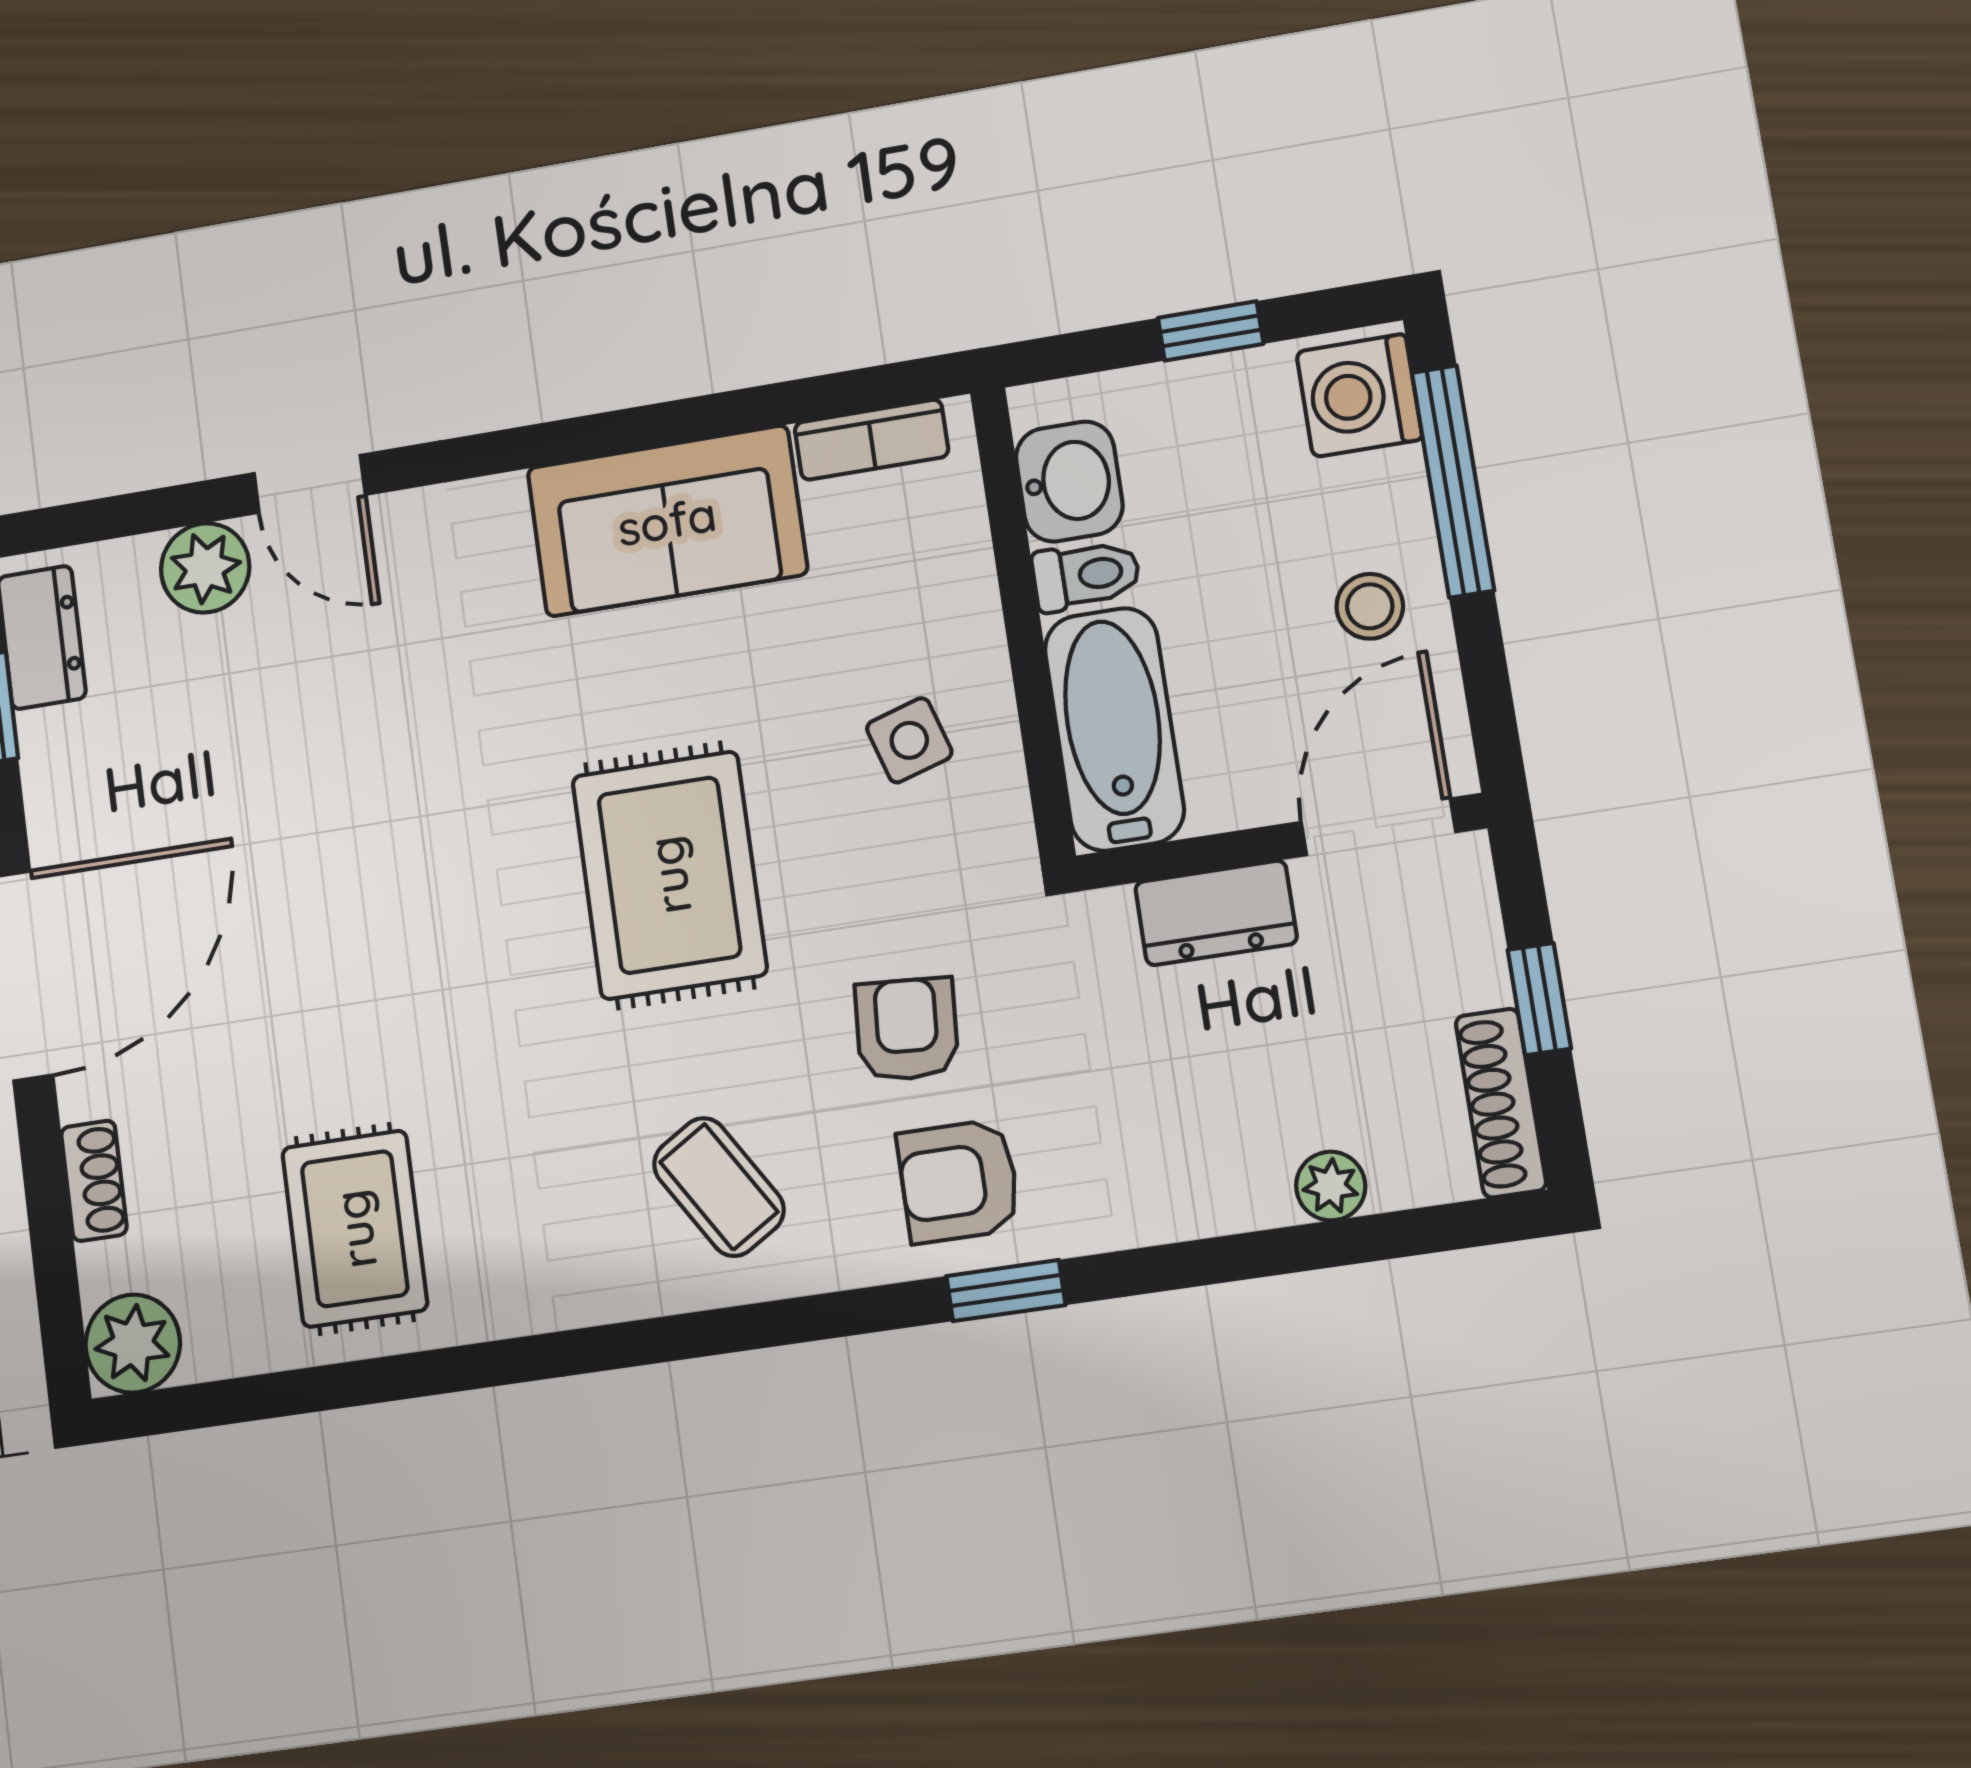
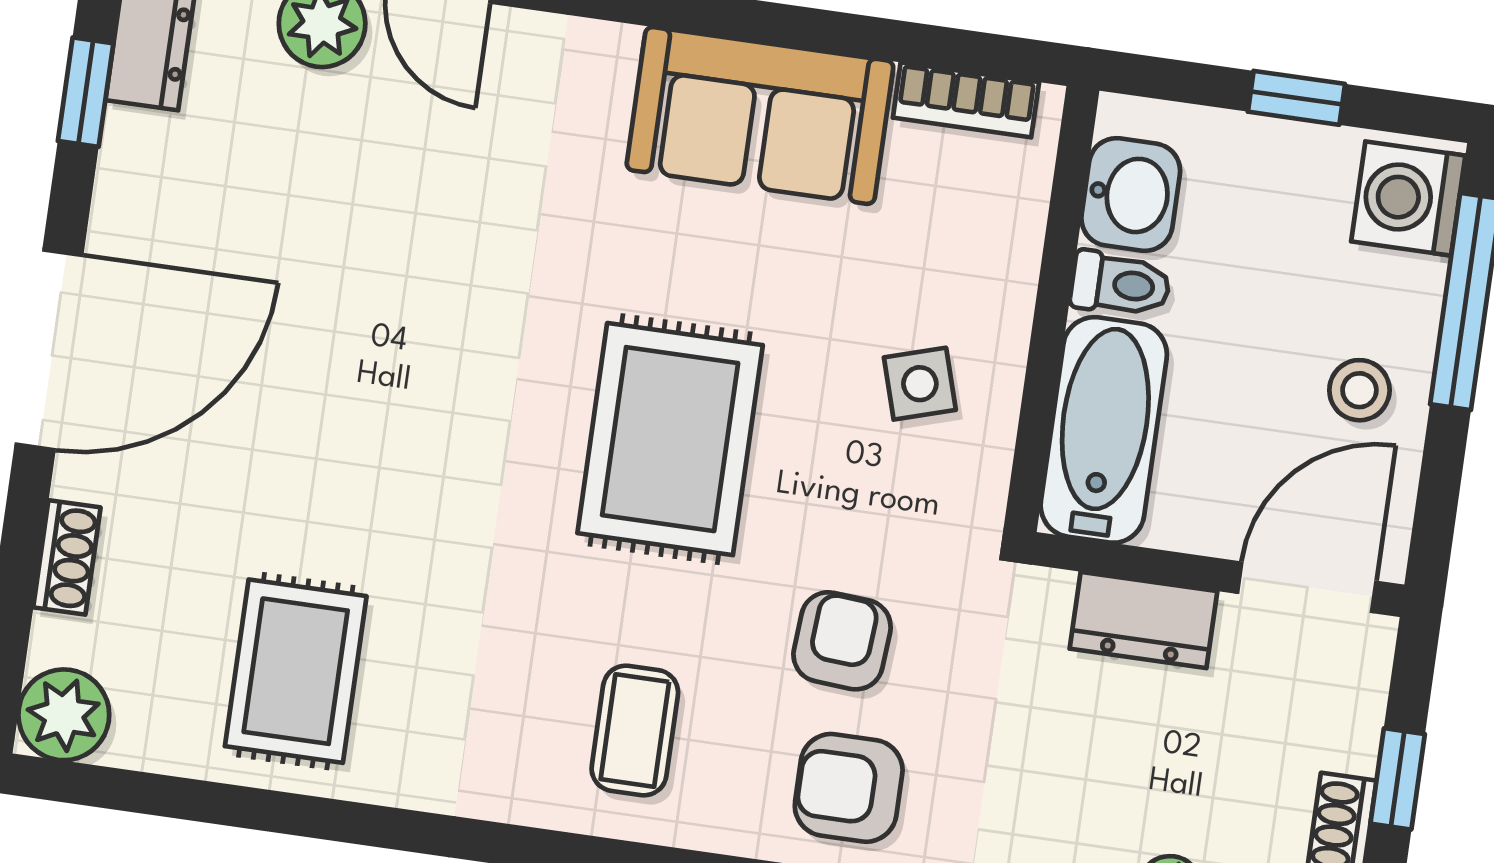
coffee table: (719, 1187) -> (635, 730), turned 32

